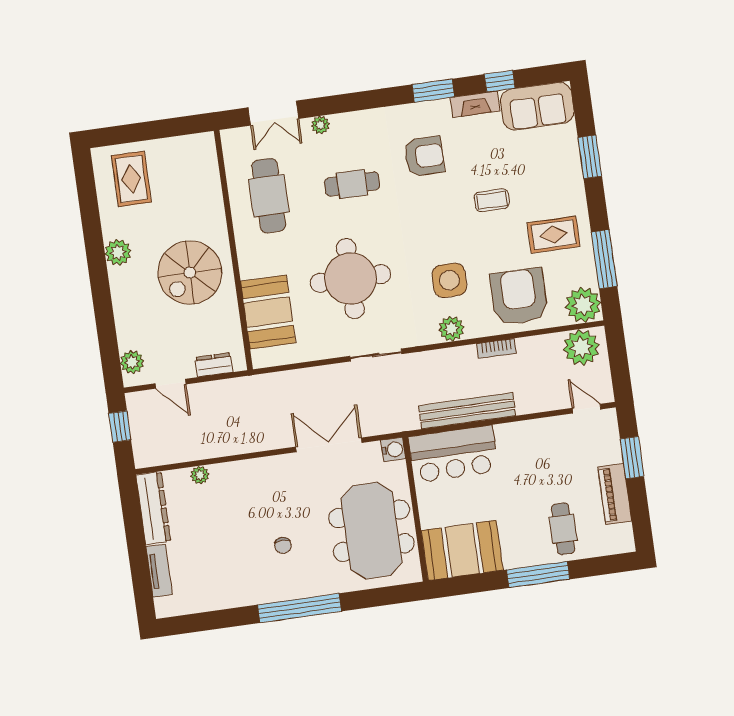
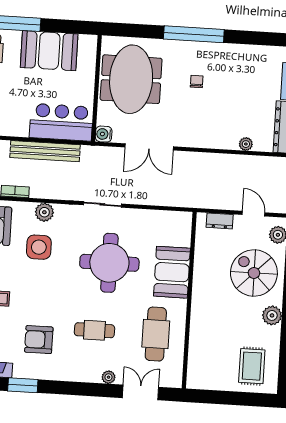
spiral stairs: (190, 273) -> (254, 273), moved, turned -90
booth: (268, 312) -> (172, 272), moved
booth: (462, 550) -> (49, 51), moved

